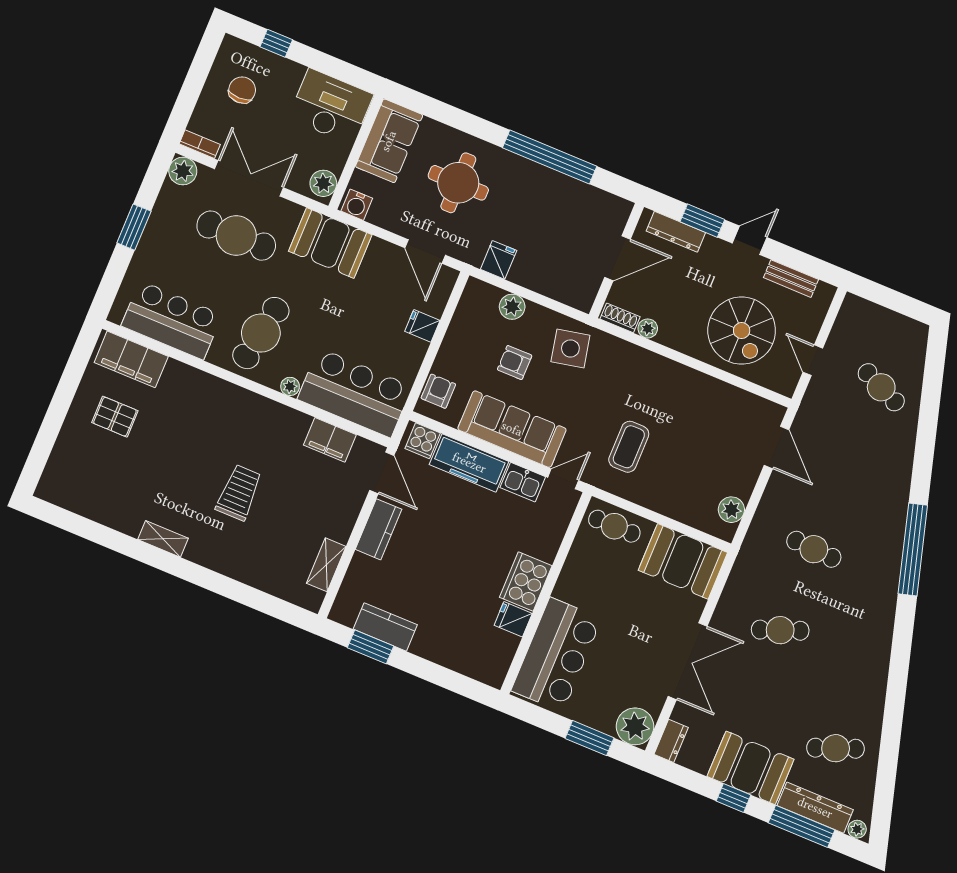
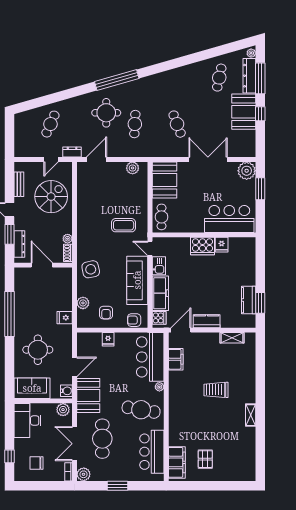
door: (425, 252) -> (74, 367), moved
armchair: (515, 363) -> (106, 313), moved
round table: (858, 503) -> (106, 113), added
dresser: (671, 741) -> (72, 152), moved
cafe table: (836, 748) -> (219, 78), turned 33

